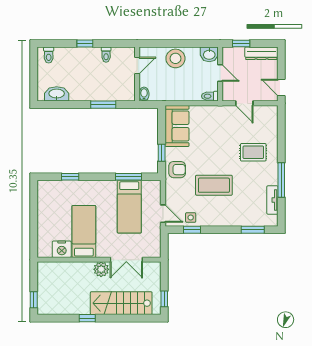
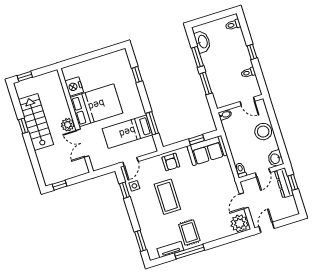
dresser: (261, 53) -> (284, 183), moved
window: (71, 105) -> (197, 57), added
plant: (268, 116) -> (240, 223), added
rug: (253, 152) -> (189, 232), moved
window: (162, 153) -> (196, 140), moved
bed: (84, 231) -> (96, 105), width x1.50
stairs: (121, 303) -> (36, 122), moved

